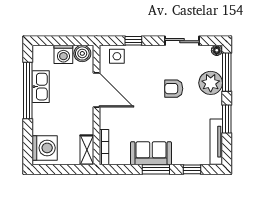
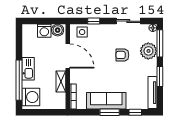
kitchen sink: (41, 87) -> (28, 69), moved
window: (28, 91) -> (19, 80), moved
shelving: (87, 150) -> (61, 81), moved
sofa: (151, 153) -> (106, 101), width x1.36

